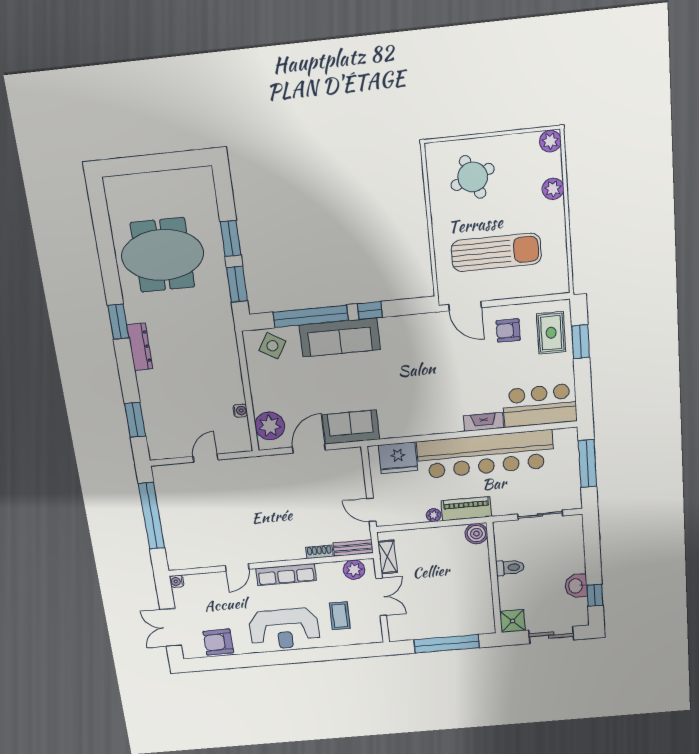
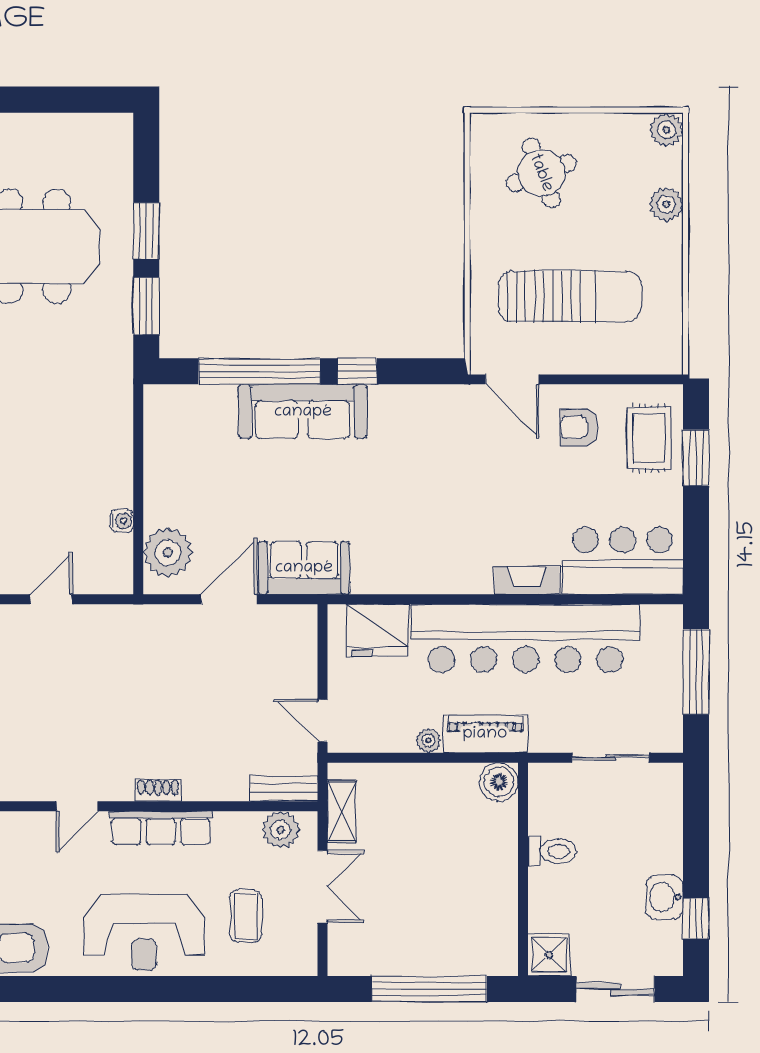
side table: (272, 346) -> (190, 415), removed
shoe rack: (319, 552) -> (158, 790), moved

